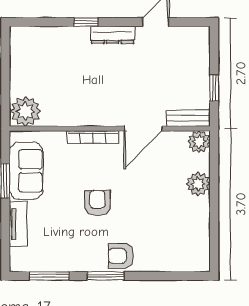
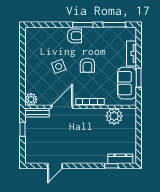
window: (86, 22) -> (111, 166), moved
dresser: (113, 35) -> (120, 159), moved
plant: (25, 111) -> (114, 116), moved
plant: (198, 184) -> (31, 76), removed
side table: (149, 201) -> (59, 66), added

